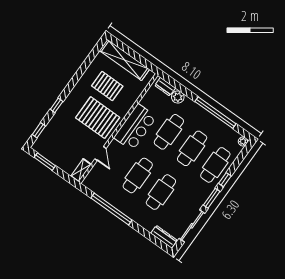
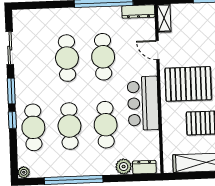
sliding door: (192, 226) -> (10, 48), width x0.73
dresser: (164, 237) -> (138, 11), moved

